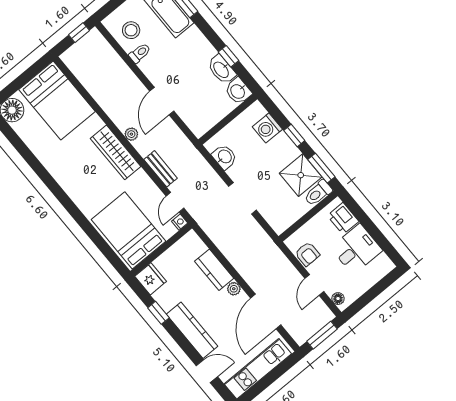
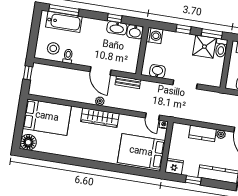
washing machine: (267, 128) -> (154, 36), moved, turned -90
bench: (161, 169) -> (128, 82), moved

